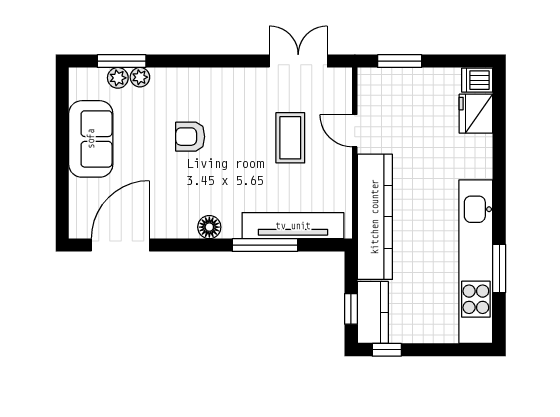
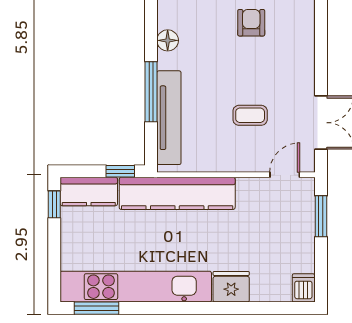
fridge: (476, 114) -> (231, 287), moved
door: (355, 131) -> (285, 175), moved
coffee table: (290, 138) -> (250, 115), width x0.73, depth x0.77
window: (499, 268) -> (97, 308), moved
window: (351, 309) -> (120, 171), moved

